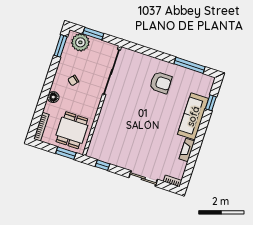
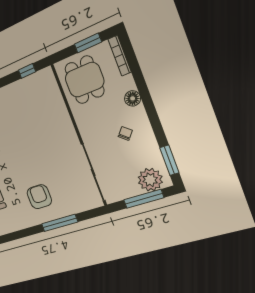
window: (93, 34) -> (144, 199), width x1.44
window: (189, 65) -> (59, 223), moved
armchair: (161, 83) -> (39, 197), turned 90
window: (66, 153) -> (88, 43), moved

